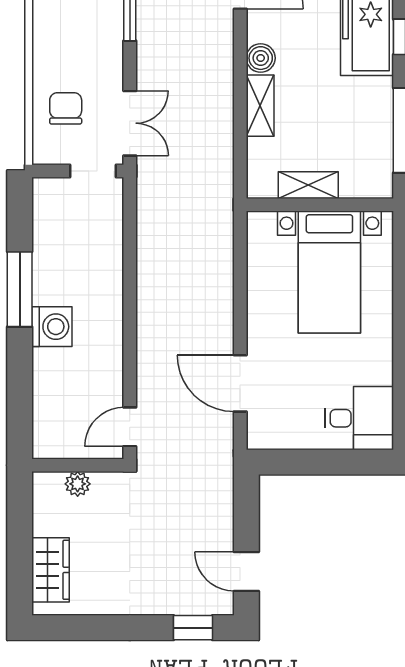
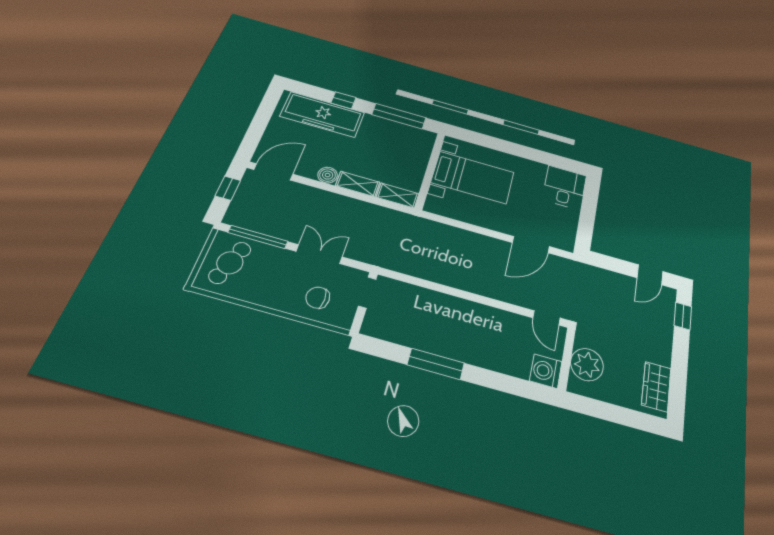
double door: (130, 123) -> (319, 254), moved
shelving: (308, 185) -> (398, 195), moved, turned 90
washing machine: (52, 327) -> (546, 371), moved, turned -90
plant: (78, 484) -> (587, 365), width x1.88, depth x1.88
wardrobe: (50, 570) -> (656, 387), moved, turned -90

